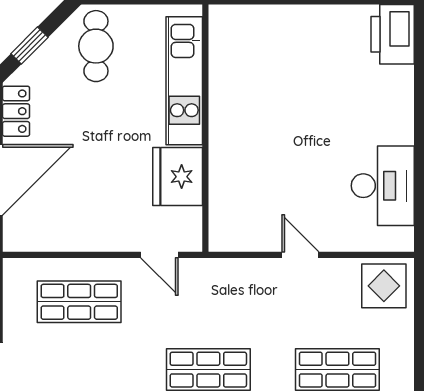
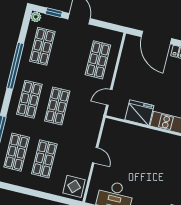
door: (300, 255) -> (95, 155), hinge flipped

